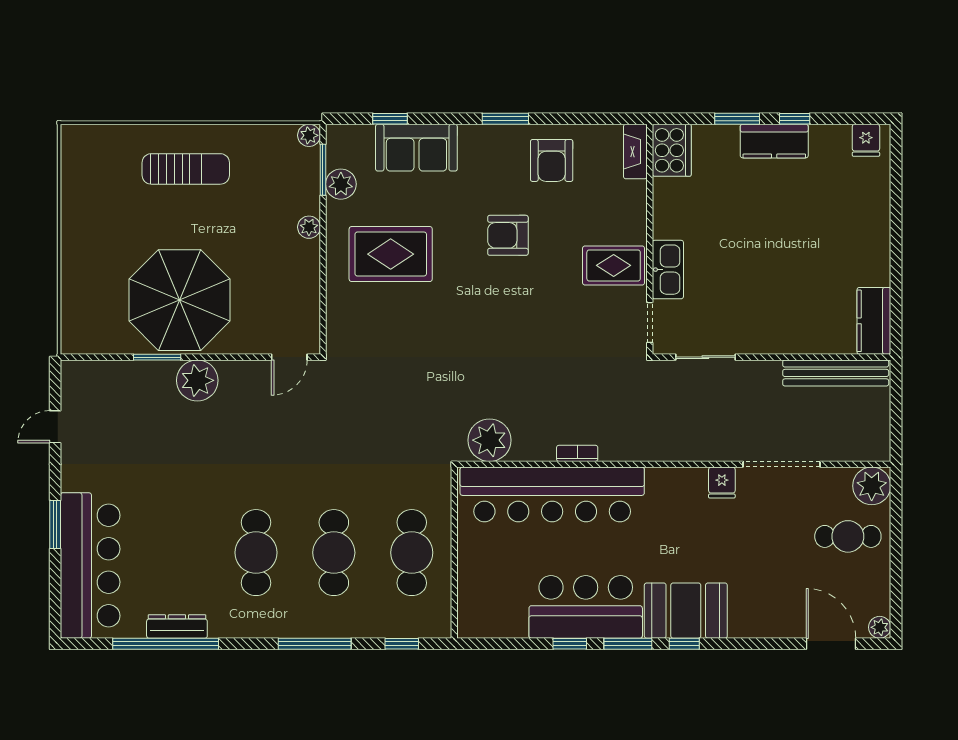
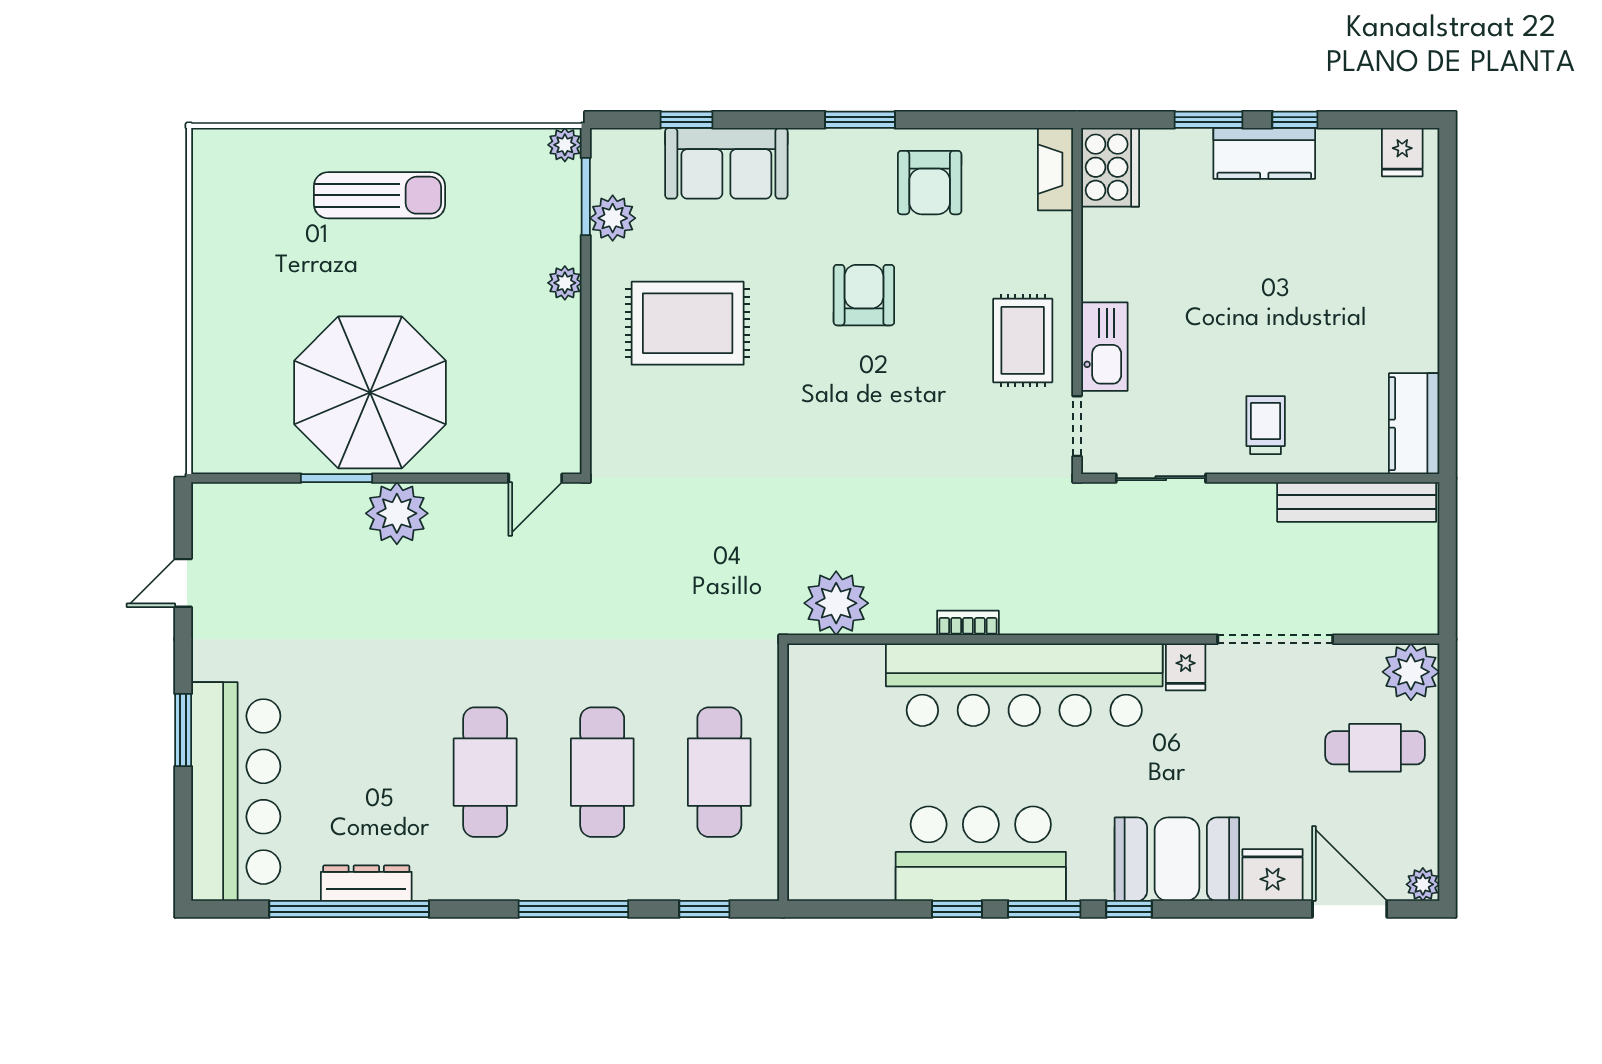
armchair: (508, 235) -> (864, 295), turned 90
rug: (614, 265) -> (1023, 340), turned 90
trolley: (775, 322) -> (1266, 425), added
bar counter: (552, 494) -> (1024, 685), moved
booth: (686, 611) -> (1177, 859), moved
fridge: (780, 621) -> (1273, 875), added

